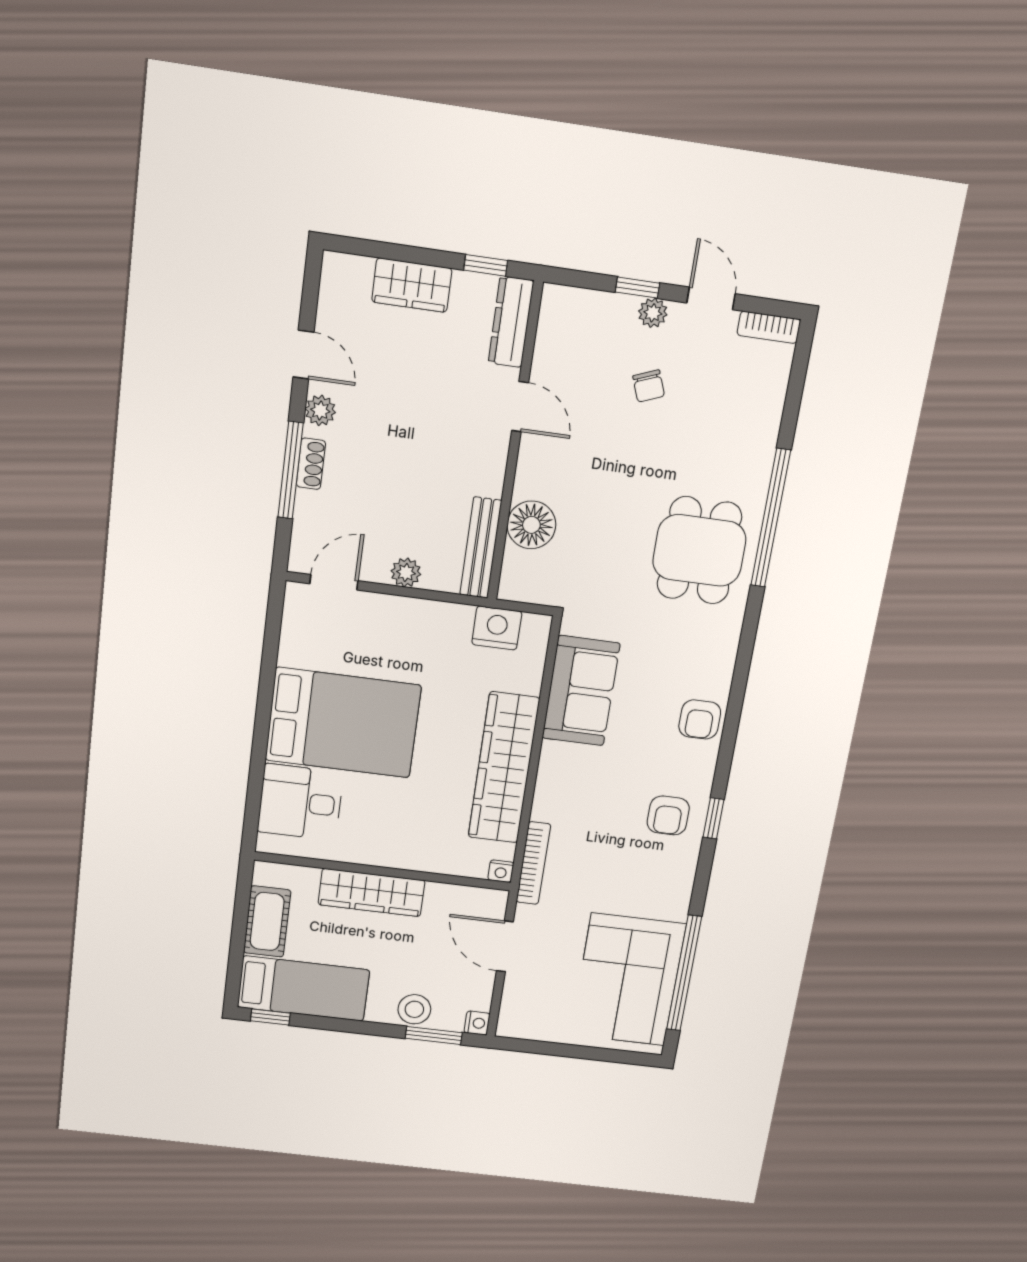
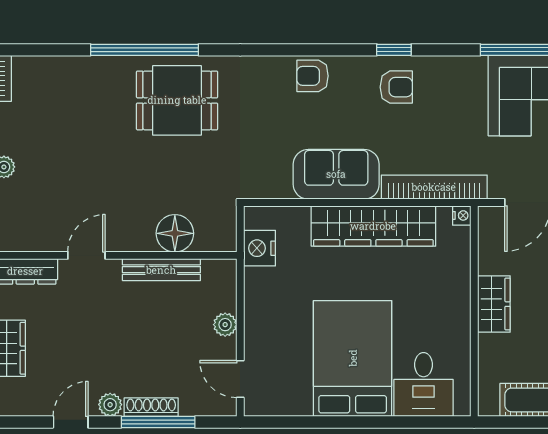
chair: (649, 386) -> (58, 161), removed
shoe rack: (311, 464) -> (151, 407), width x1.43
bench: (481, 548) -> (161, 270), moved
sofa: (581, 691) -> (336, 174), moved
armchair: (700, 719) -> (312, 76), turned 180
bookcase: (533, 863) -> (434, 187), width x1.48, depth x1.31
wardrobe: (372, 893) -> (494, 304), width x0.67

